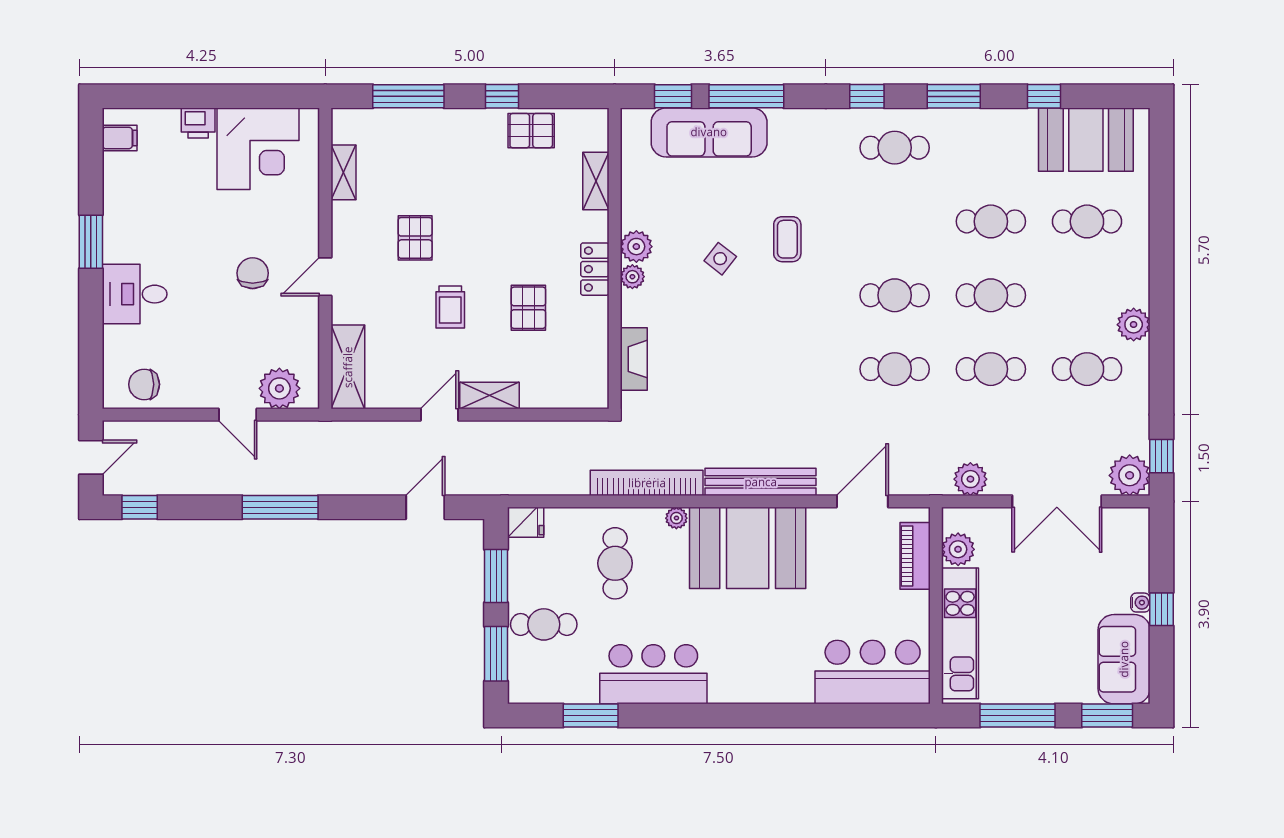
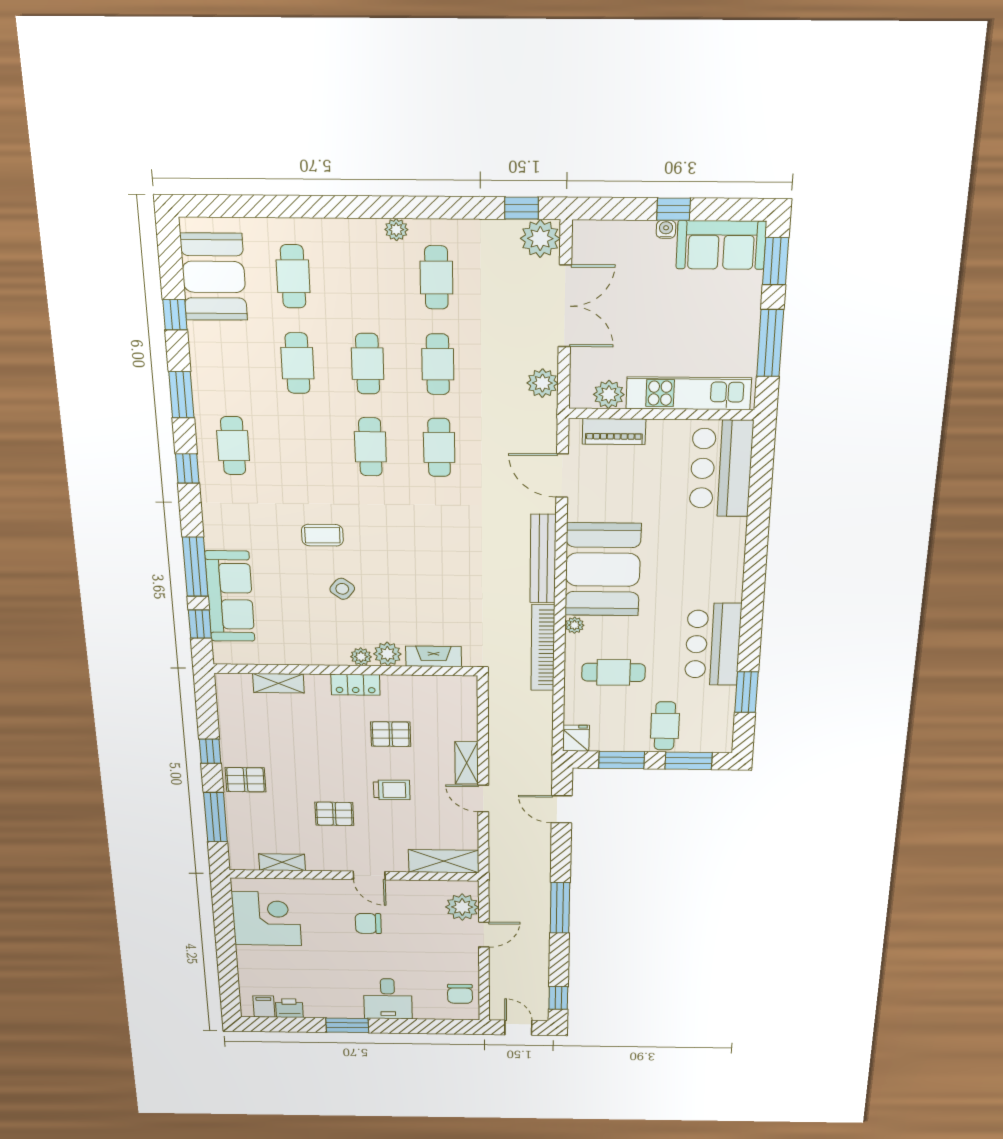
printer: (198, 123) -> (289, 1008), moved, turned -90
pallet: (531, 131) -> (246, 780), moved, turned 90
plant: (636, 247) -> (387, 654), moved
plant: (1134, 325) -> (396, 230), width x0.73, depth x0.73

